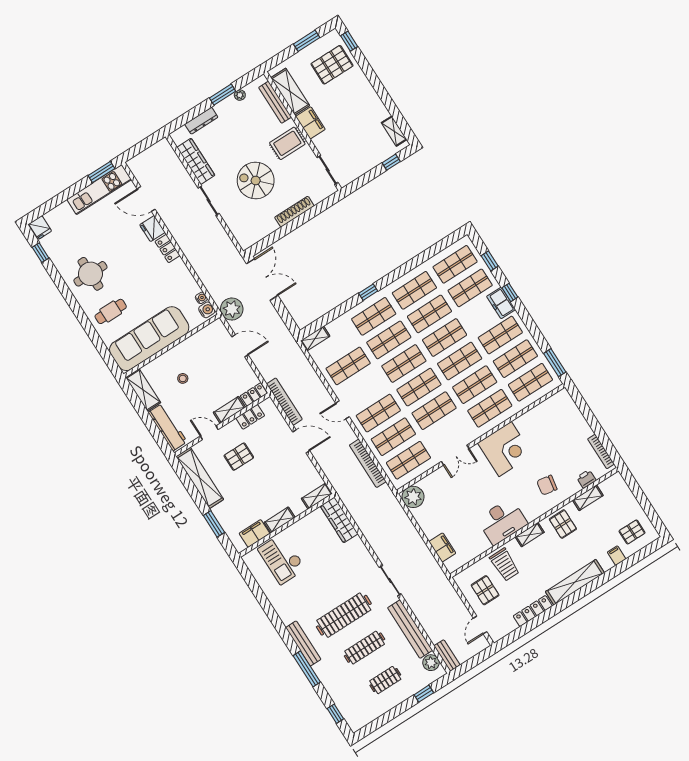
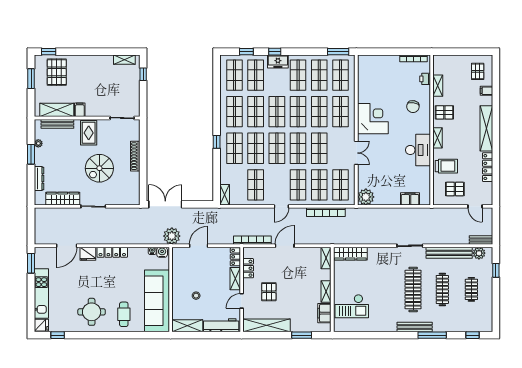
filing cabinet: (310, 123) -> (80, 110), width x0.50
kitchen unit: (99, 190) -> (41, 293), moved
locker: (168, 248) -> (112, 252), width x1.53

